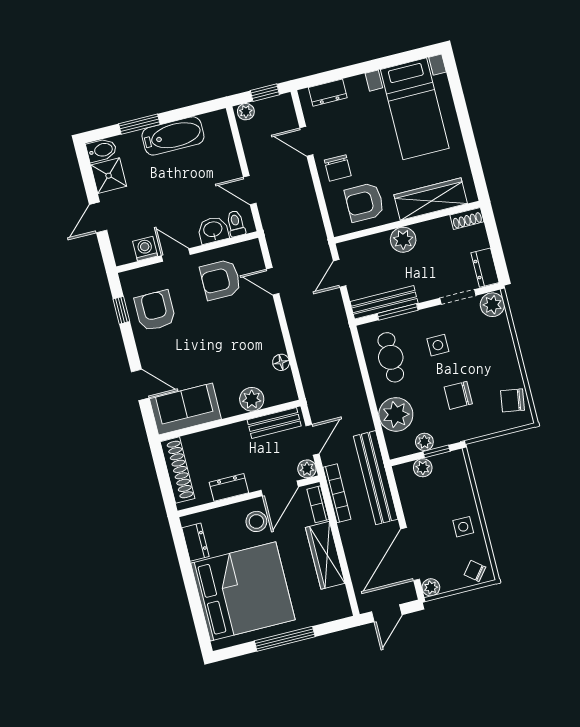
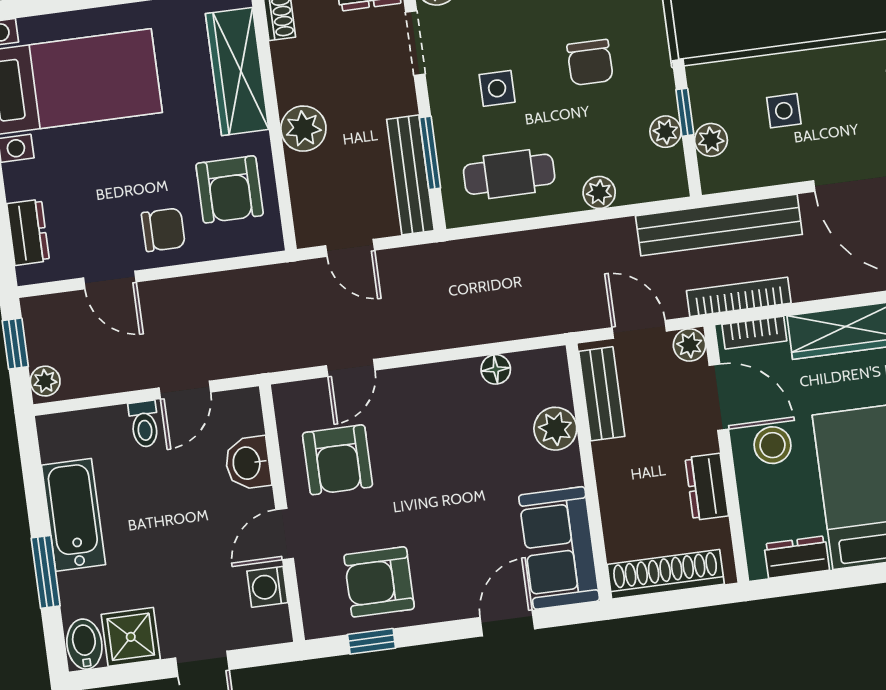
door: (306, 141) -> (110, 280), hinge flipped
toilet: (236, 223) -> (144, 424), moved, turned -90
plant: (396, 414) -> (599, 192), width x0.53, depth x0.53
side table: (463, 527) -> (784, 111), moved

